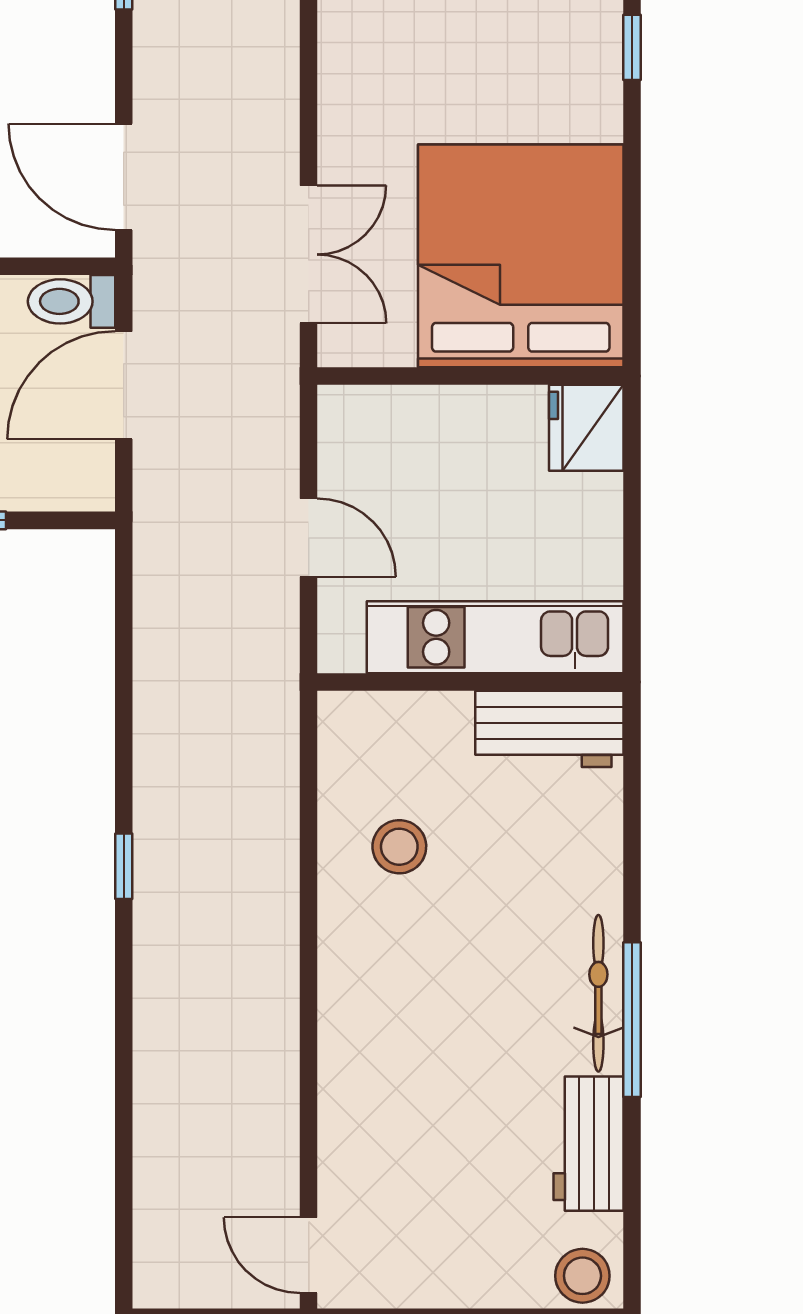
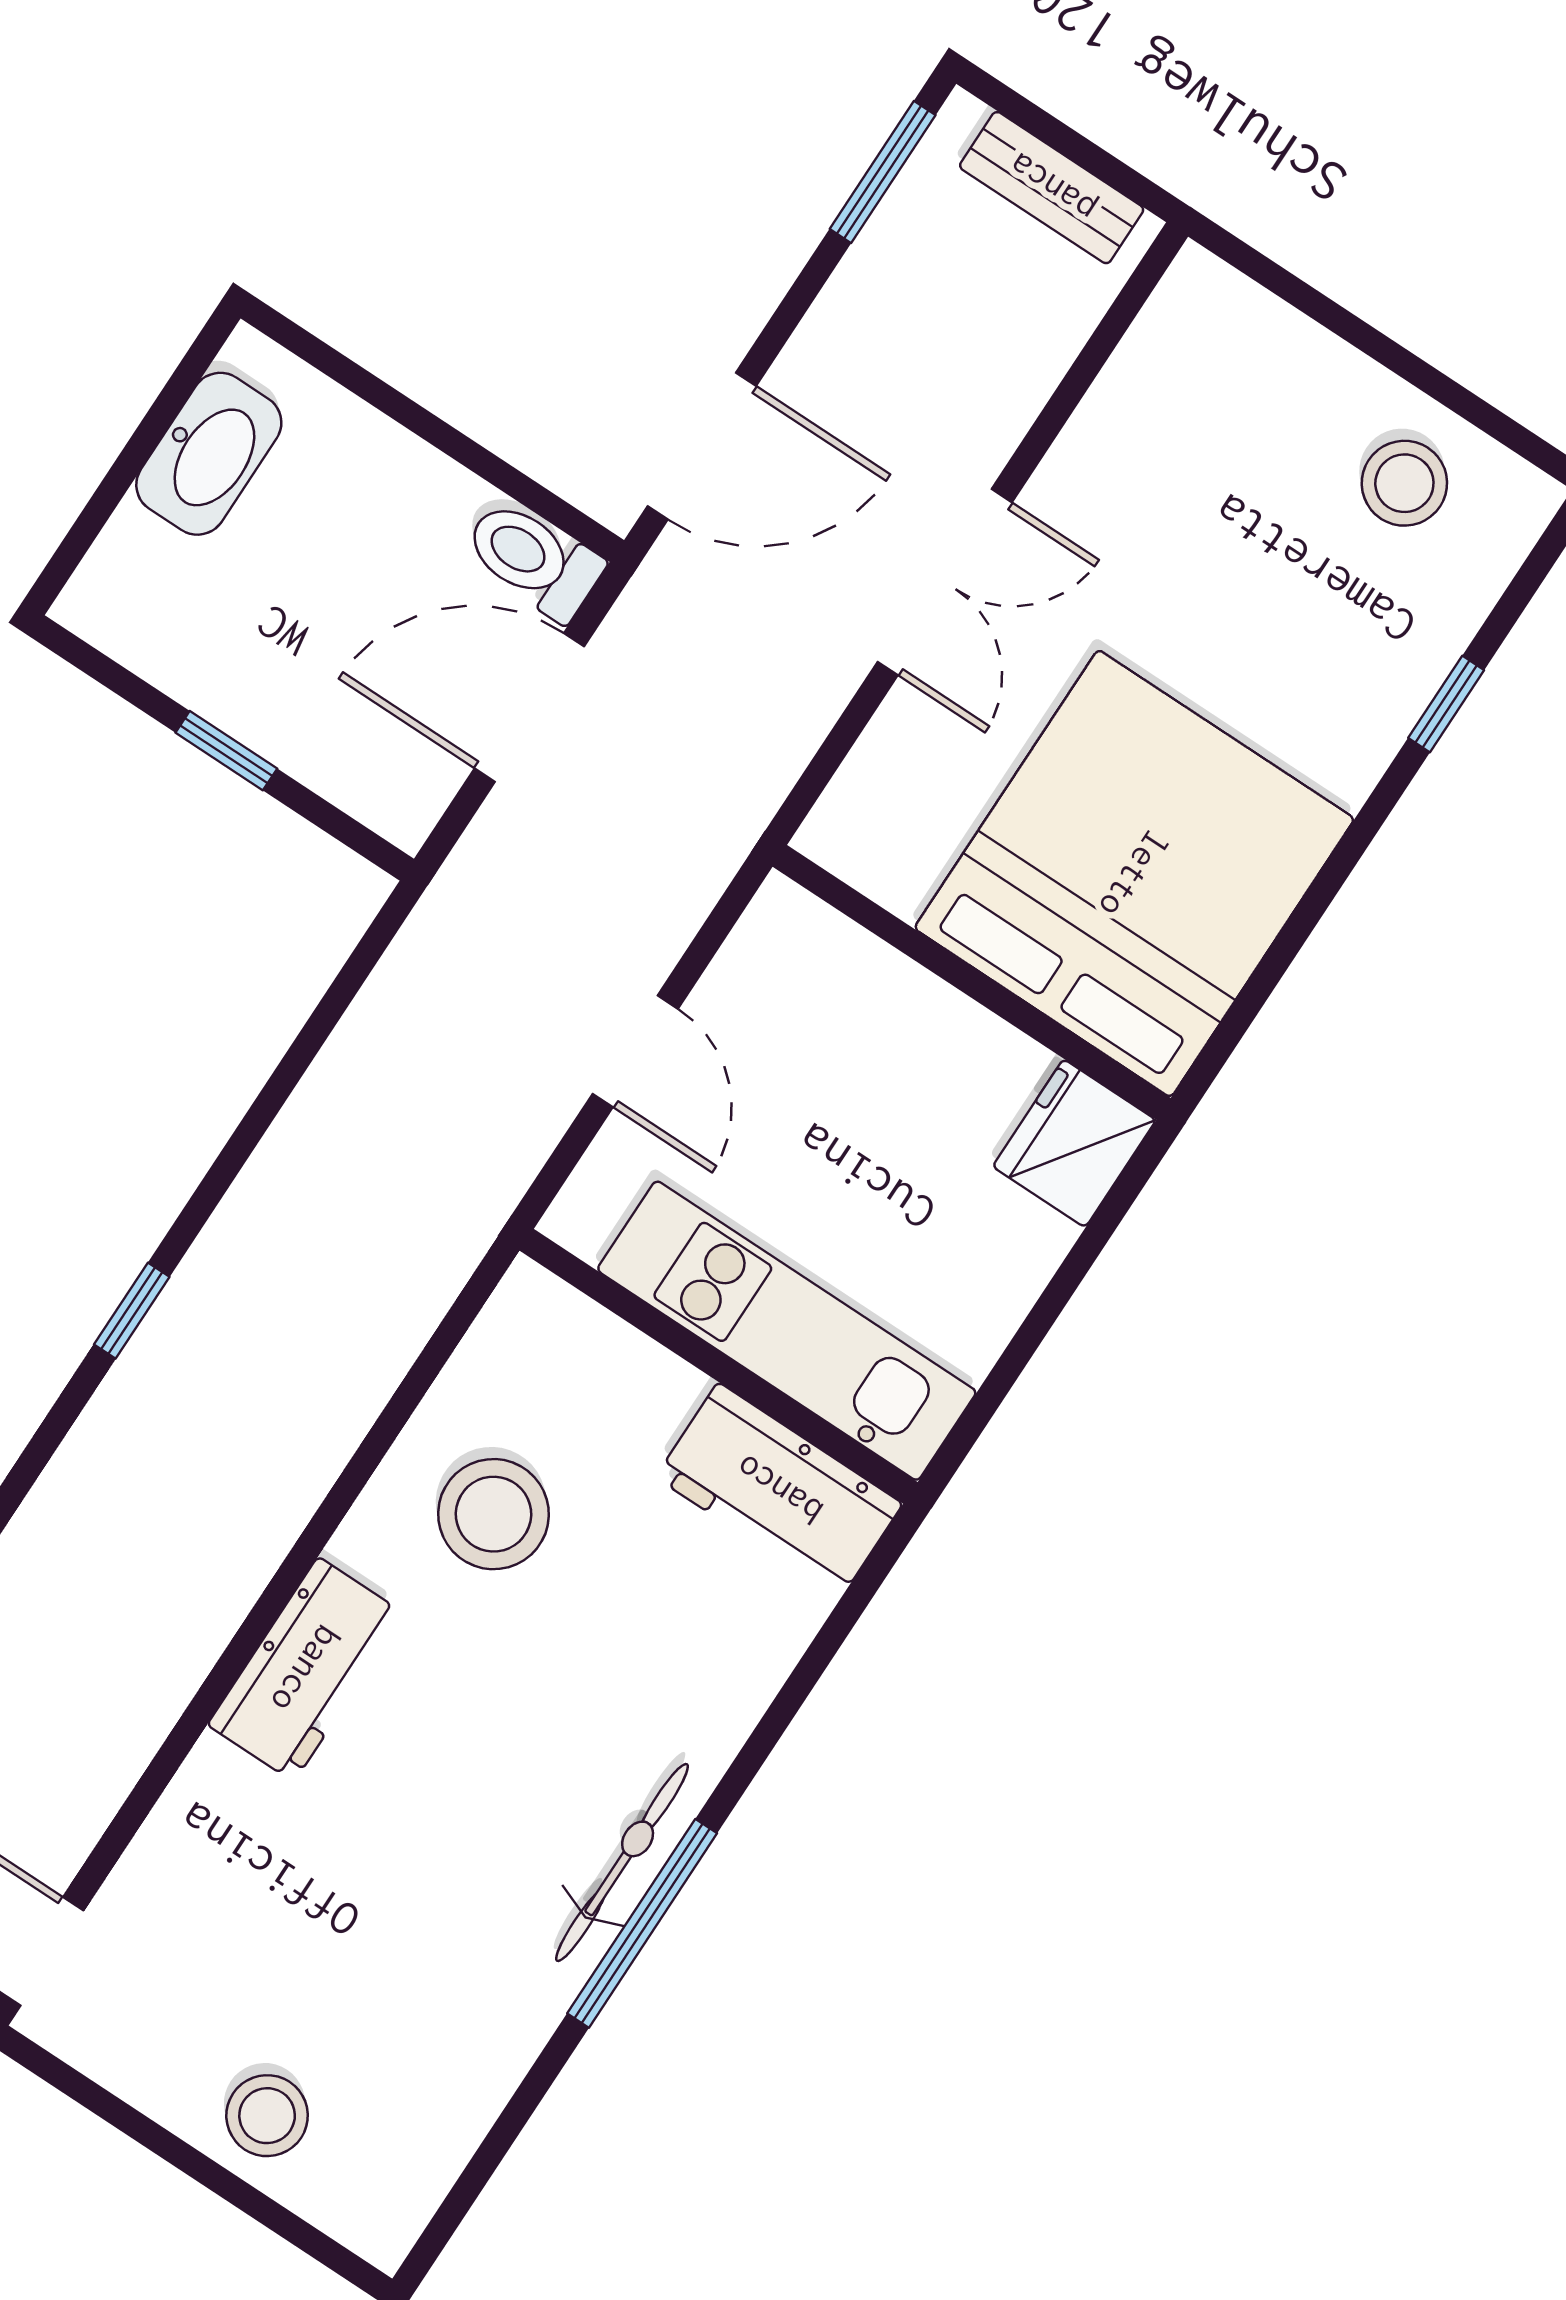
door: (124, 177) -> (702, 446), swing flipped
double door: (309, 254) -> (945, 582), moved
stool: (399, 847) -> (494, 1514), width x1.38, depth x1.38
workbench: (588, 1144) -> (306, 1669), moved, turned 180
stool: (582, 1276) -> (267, 2116), moved

